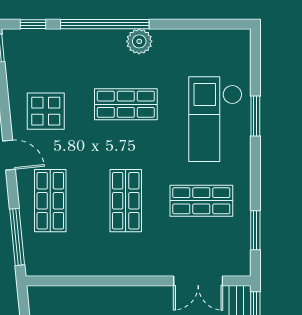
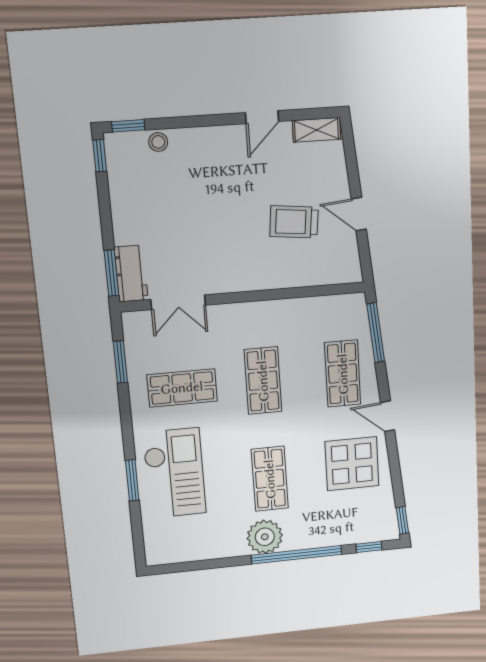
plant: (139, 41) -> (265, 537), width x1.36, depth x1.36
shop shelf: (126, 104) -> (270, 479), turned 90
display table: (46, 111) -> (352, 464), width x1.36, depth x1.36
double door: (198, 281) -> (178, 302), swing flipped

